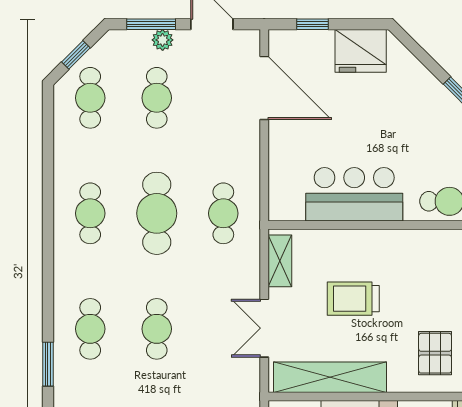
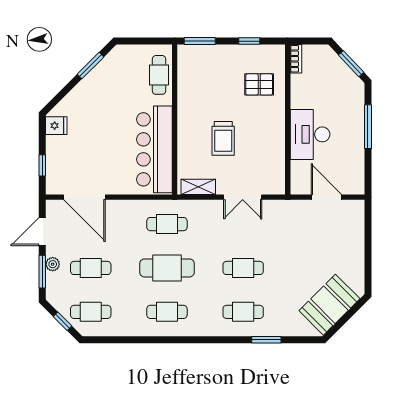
fridge: (361, 51) -> (56, 126), width x0.53, depth x0.75
door: (264, 88) -> (84, 197), swing flipped
bar counter: (354, 194) -> (154, 149), width x1.36
shelving: (330, 377) -> (275, 154), removed

